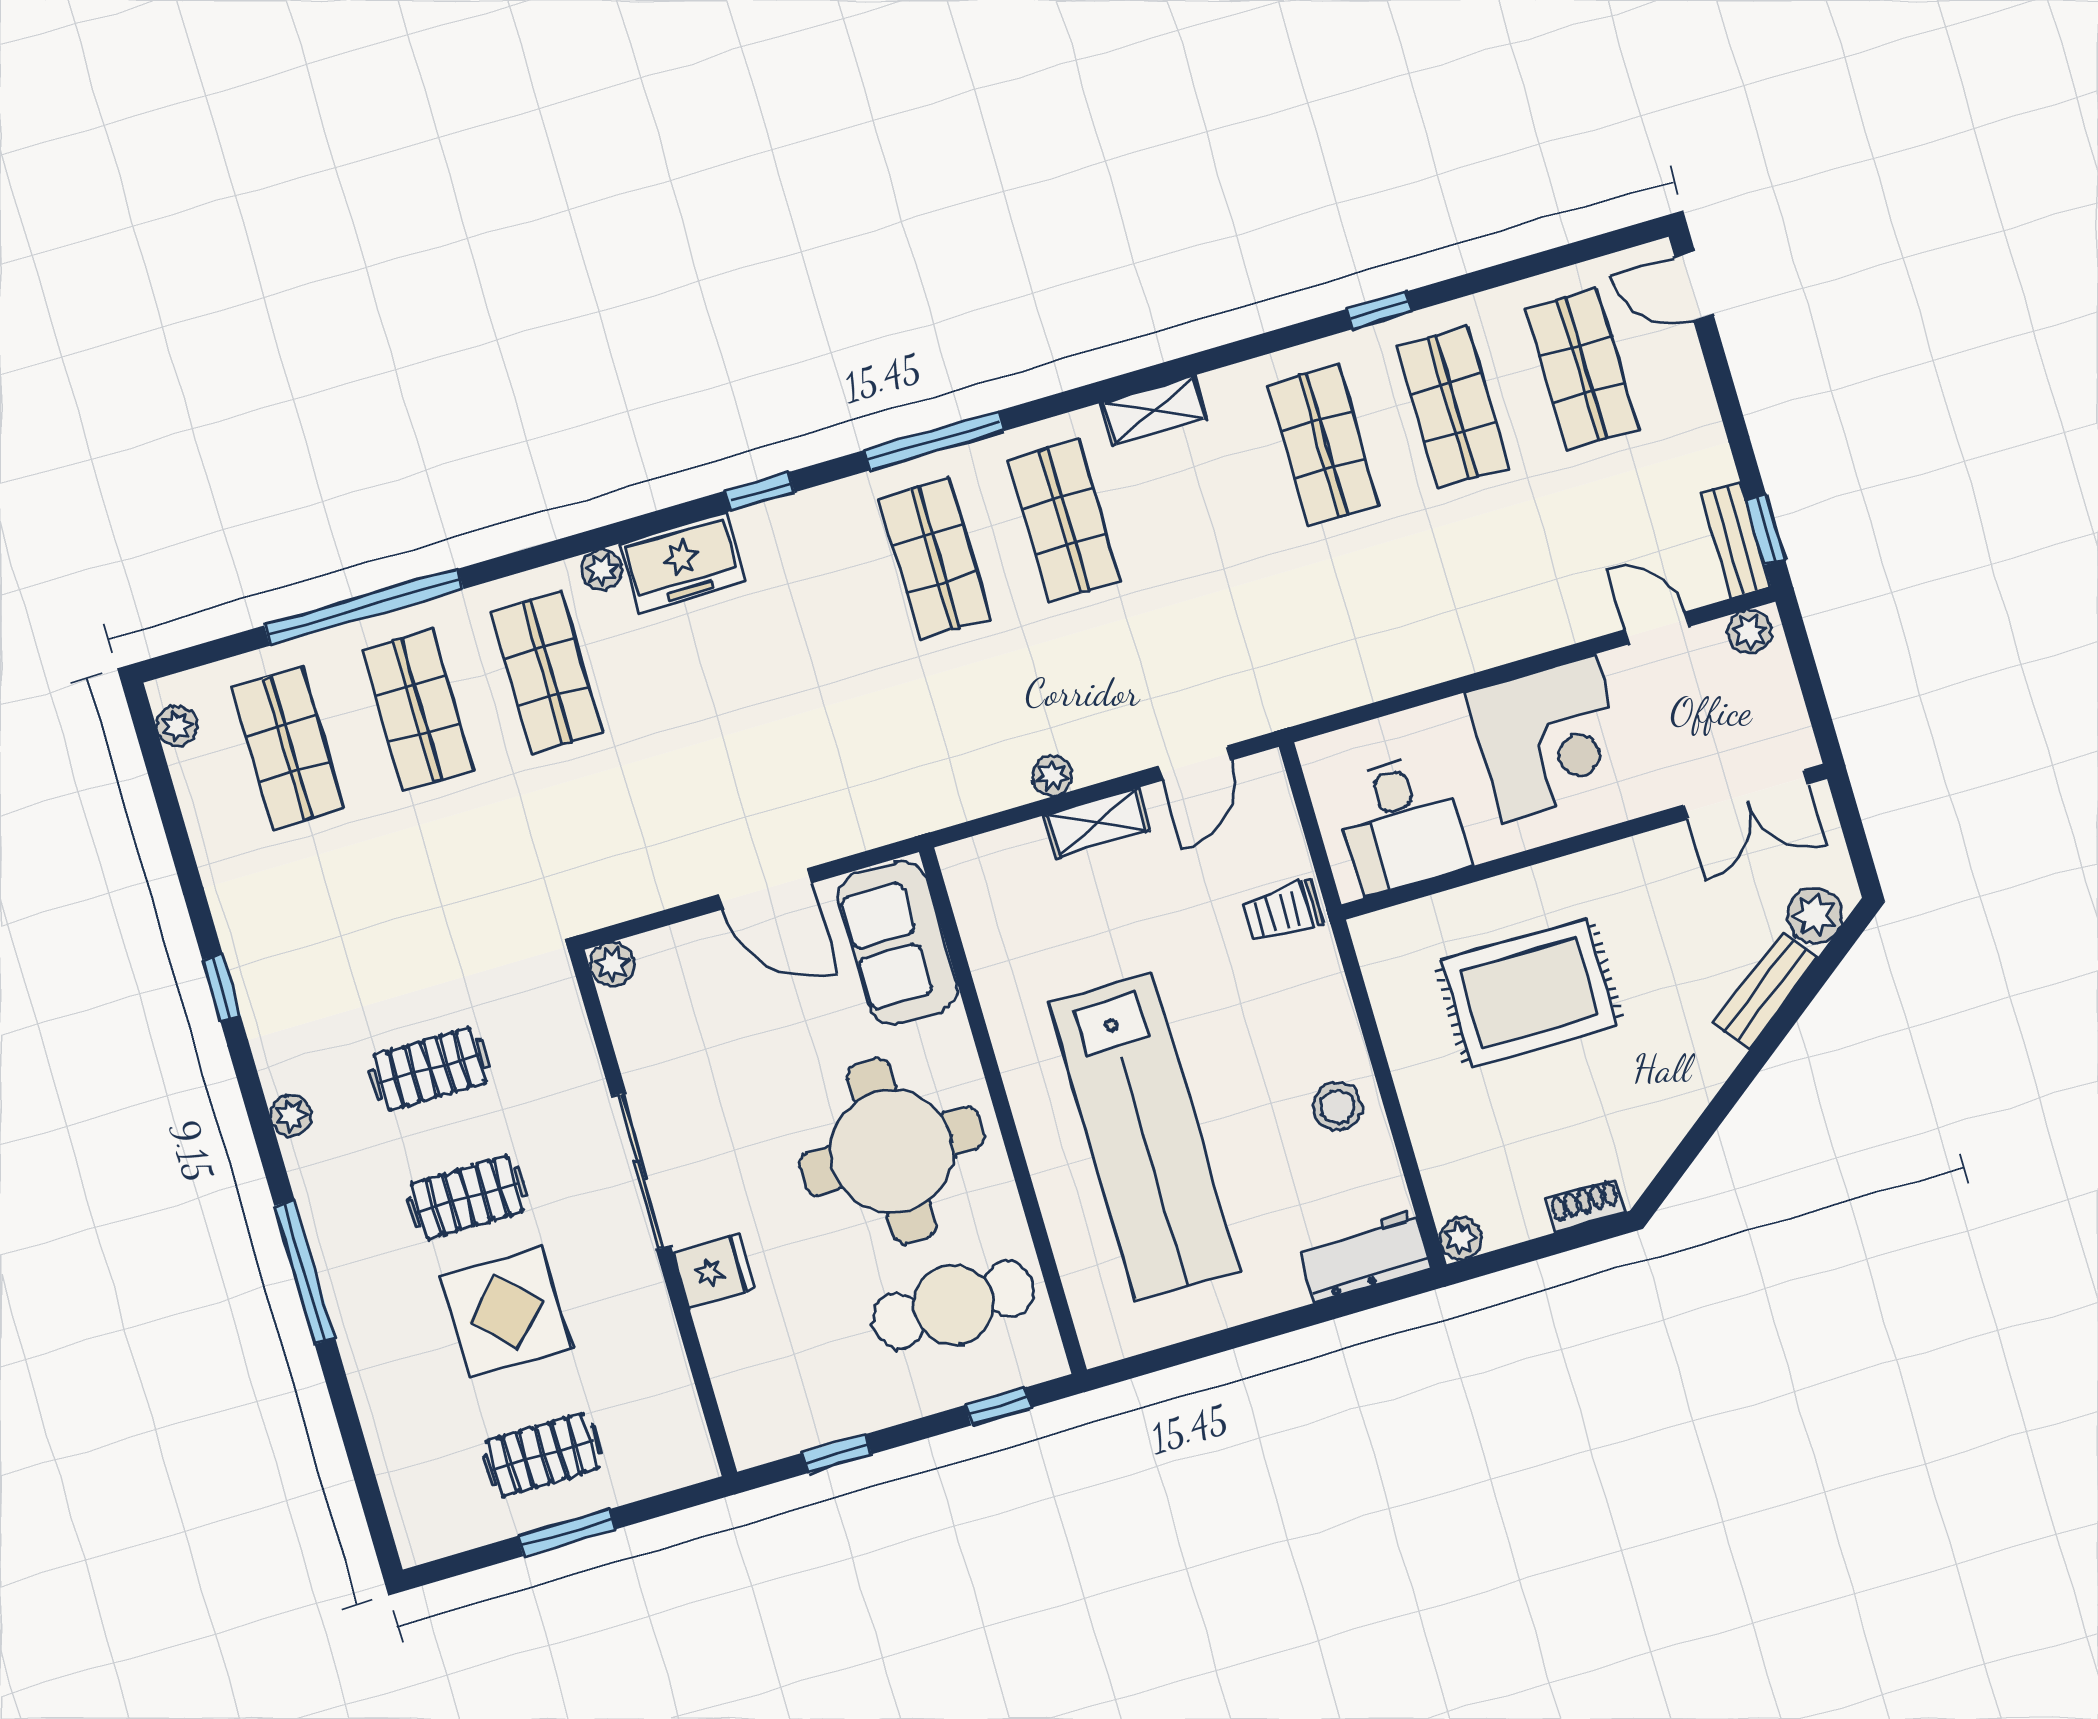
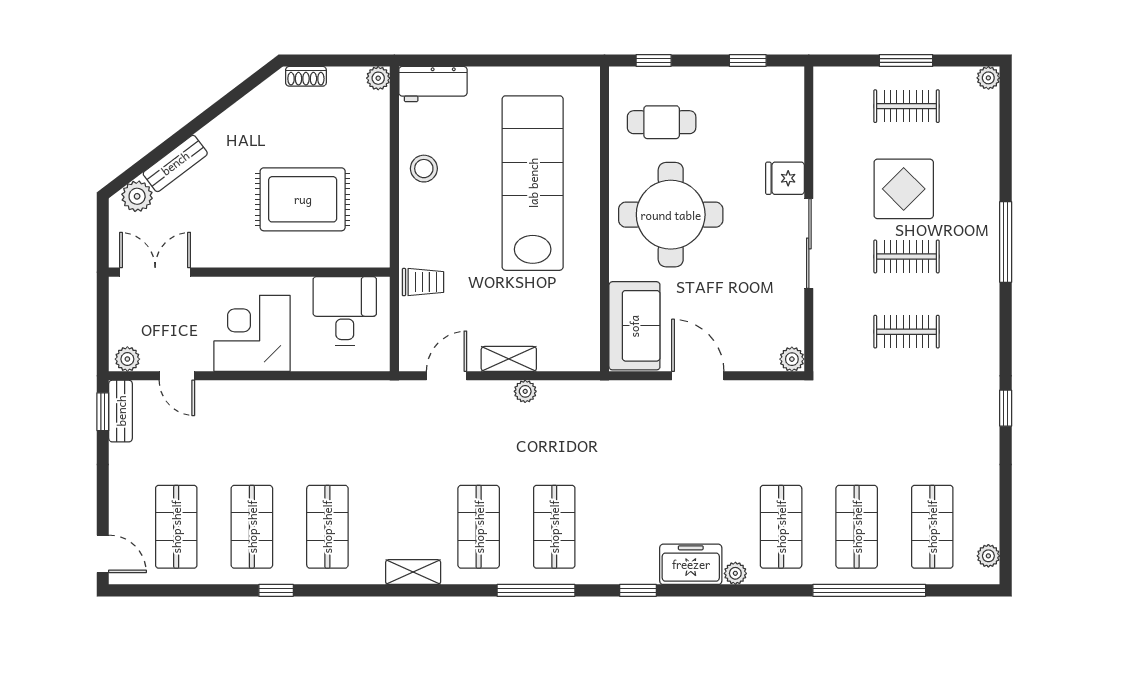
plant: (291, 1116) -> (988, 78), moved
cafe table: (954, 1305) -> (662, 122), width x0.73, depth x0.74

